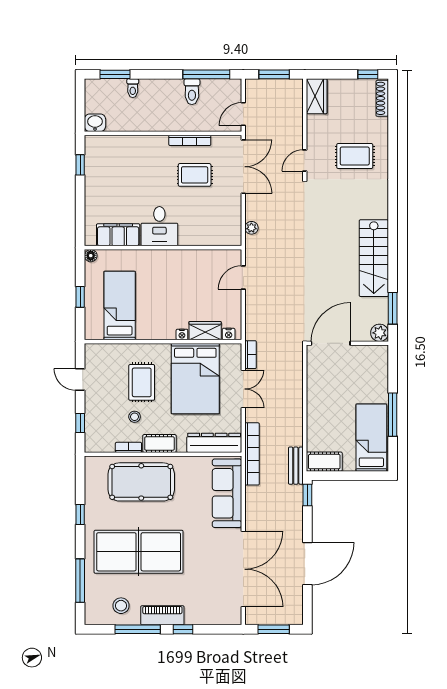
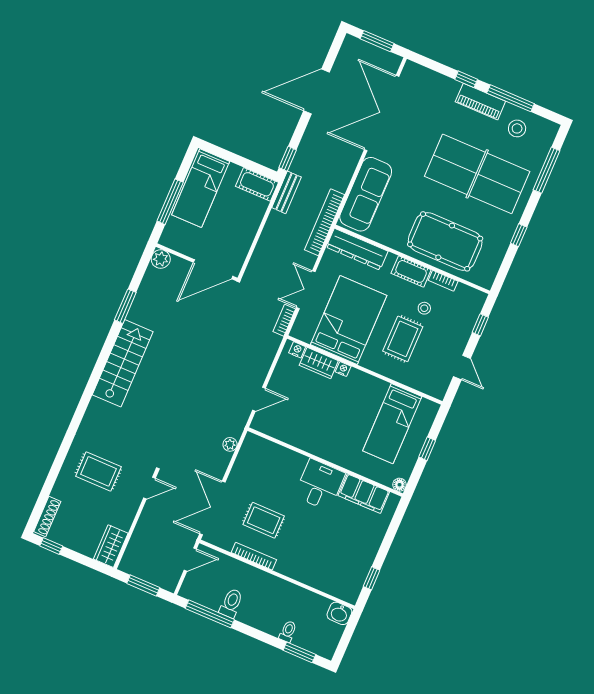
plant: (380, 333) -> (161, 259), moved
door: (331, 343) -> (213, 269), moved
wall: (347, 343) -> (197, 262), moved

